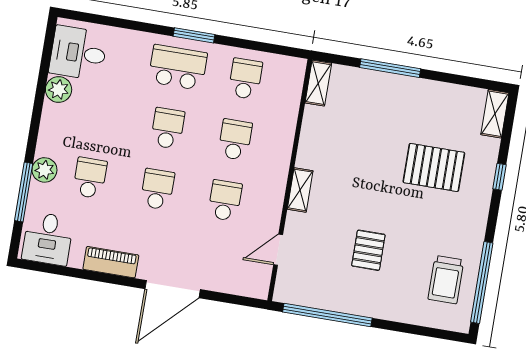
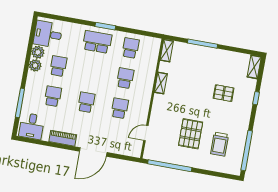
school desk: (168, 128) -> (58, 66), moved
pallet: (434, 167) -> (224, 93), width x0.67, depth x0.71
plant: (44, 170) -> (35, 65), moved
shelving: (300, 190) -> (161, 83), moved
pallet: (368, 250) -> (191, 134), width x1.50, depth x1.42
trolley: (446, 280) -> (220, 144), moved

